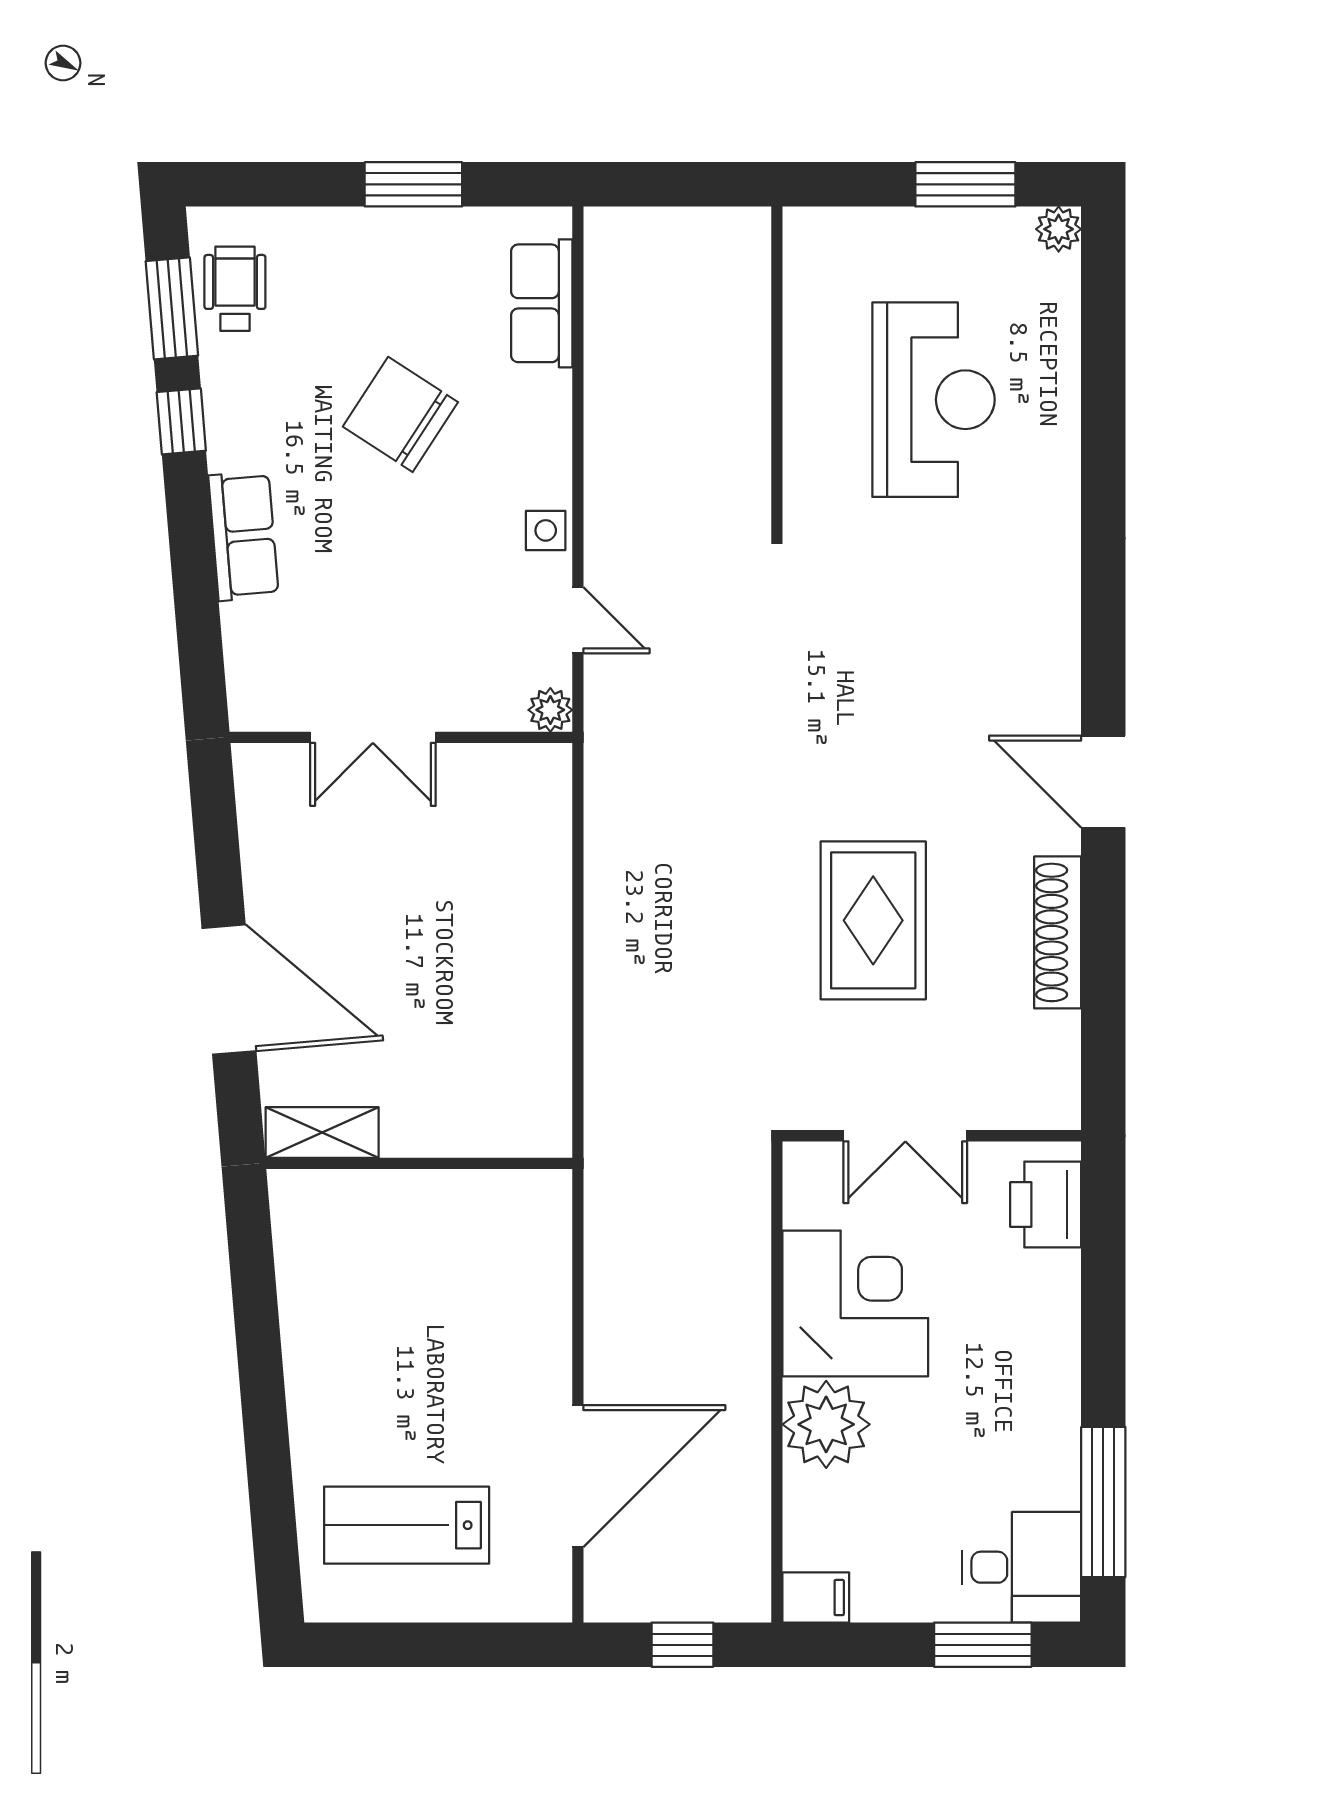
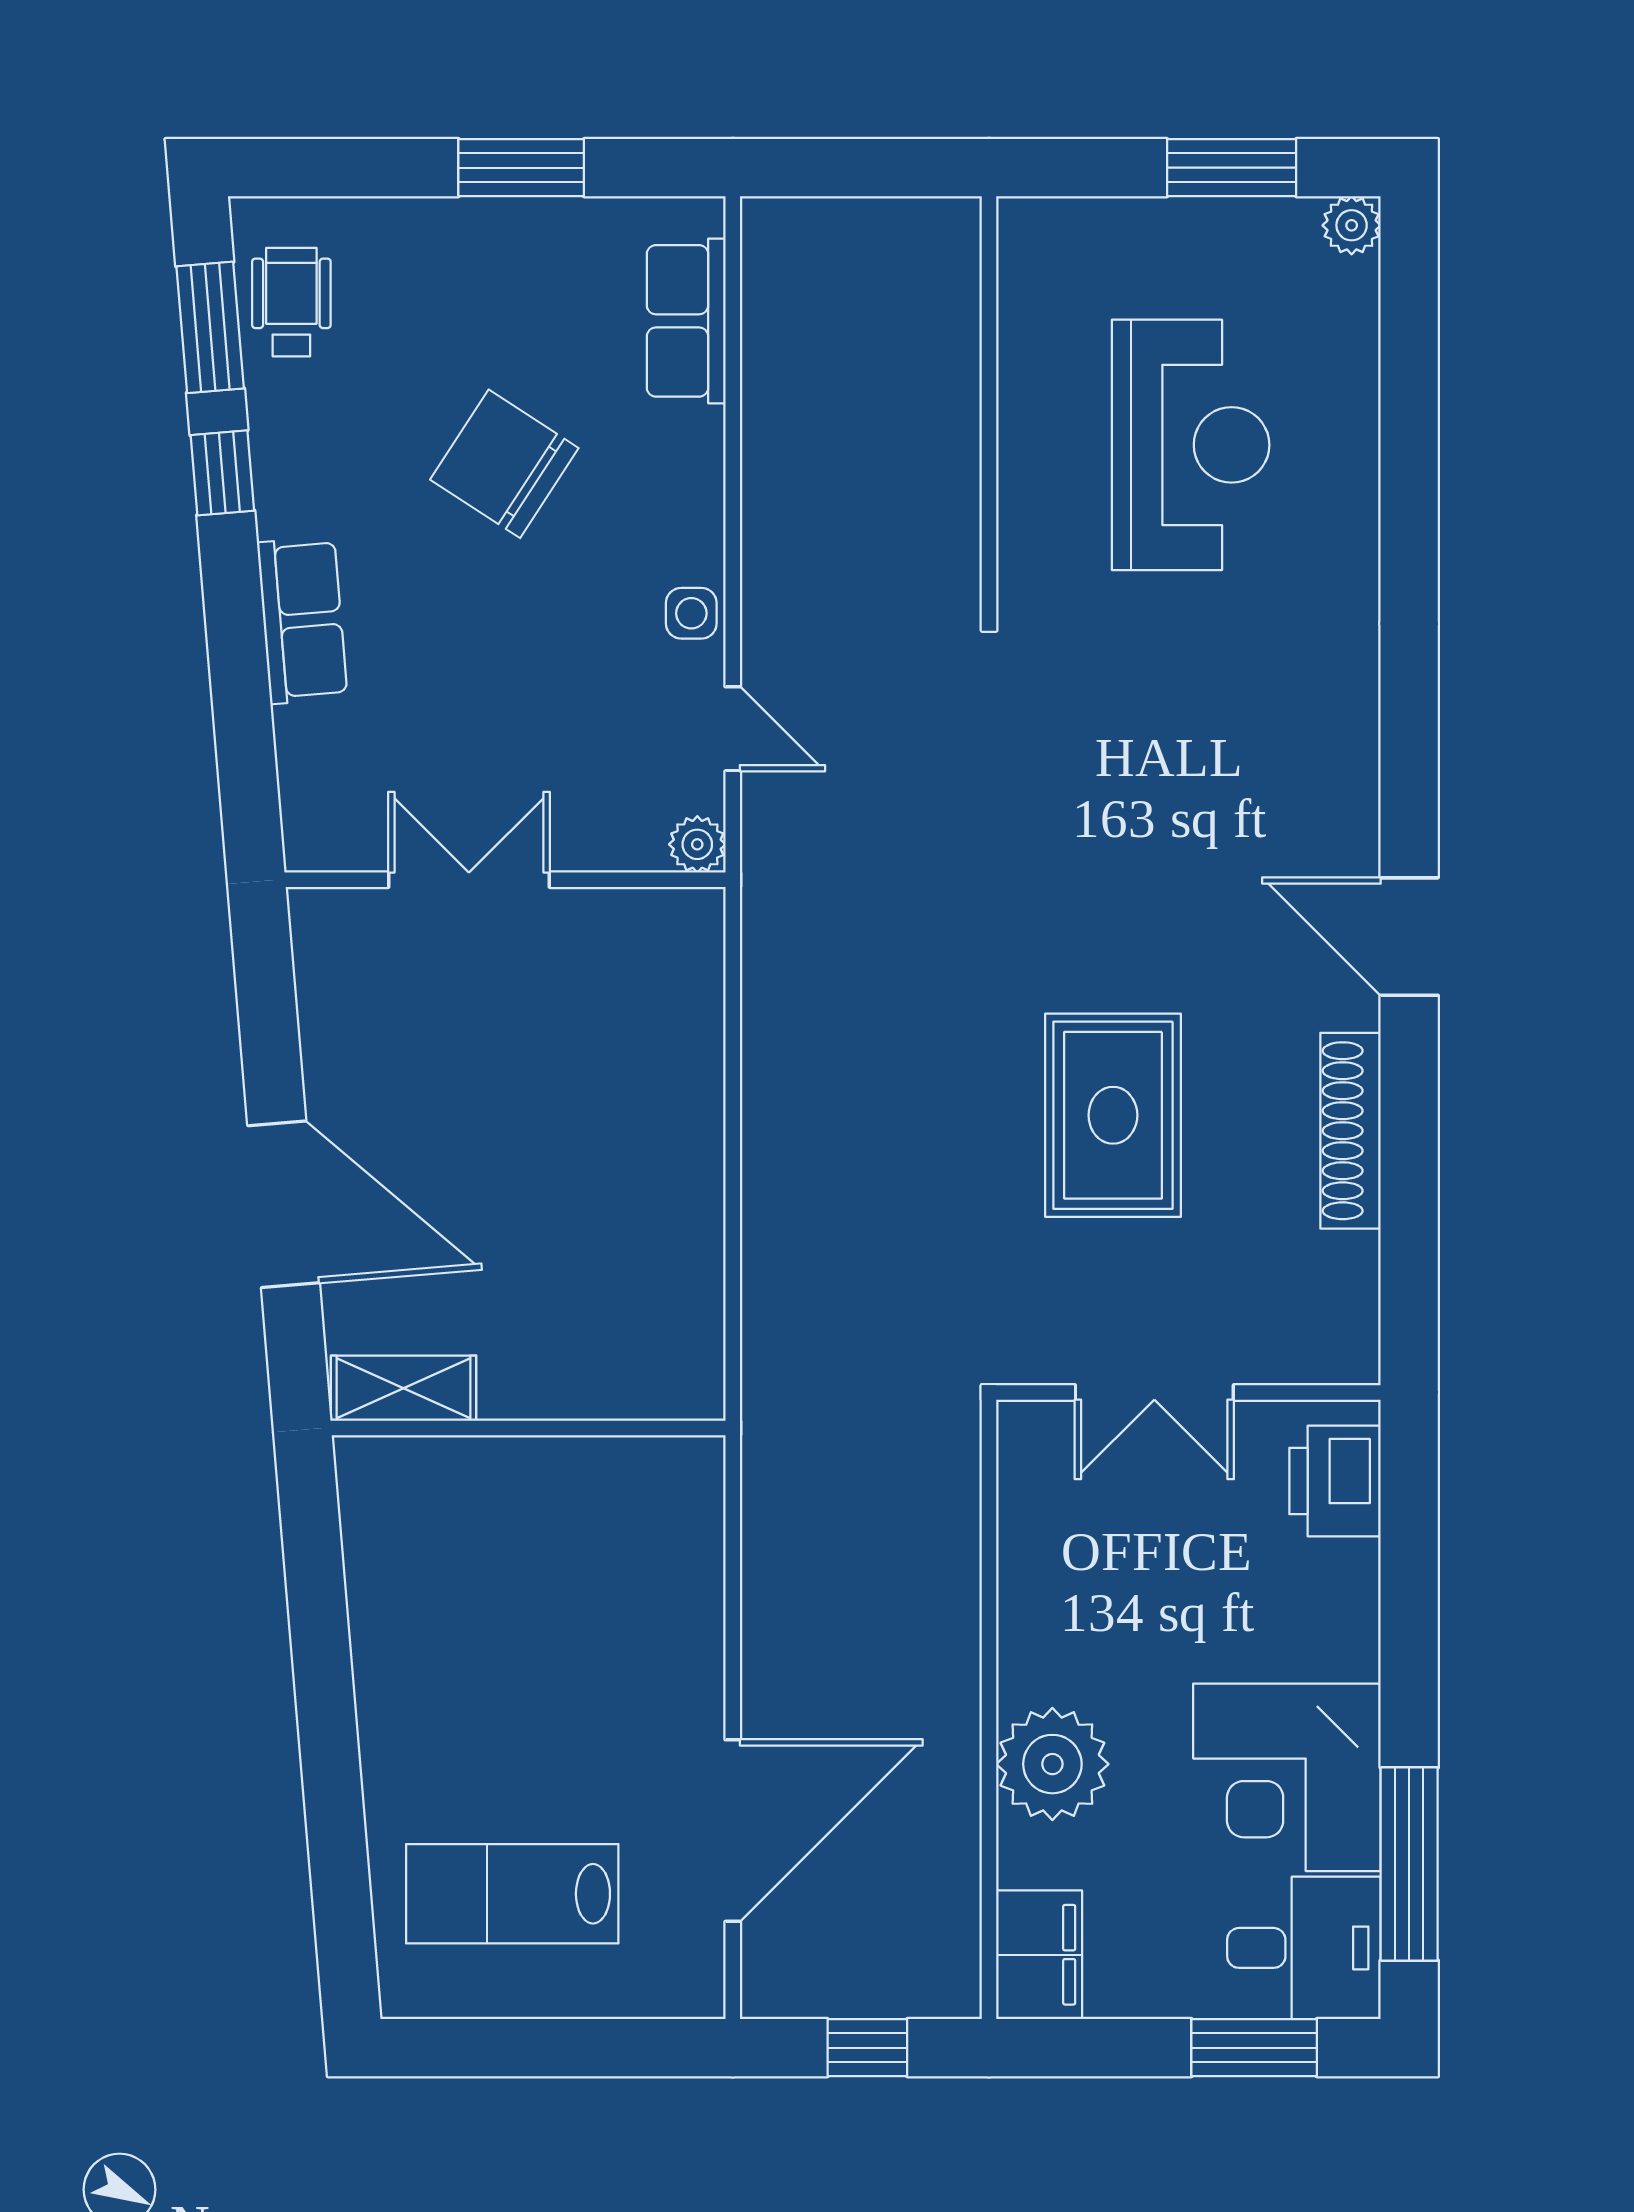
double door: (373, 737) -> (469, 880), swing flipped
corner desk: (855, 1303) -> (1287, 1777), moved, turned 180
filing cabinet: (816, 1598) -> (1039, 1955), width x2.00

